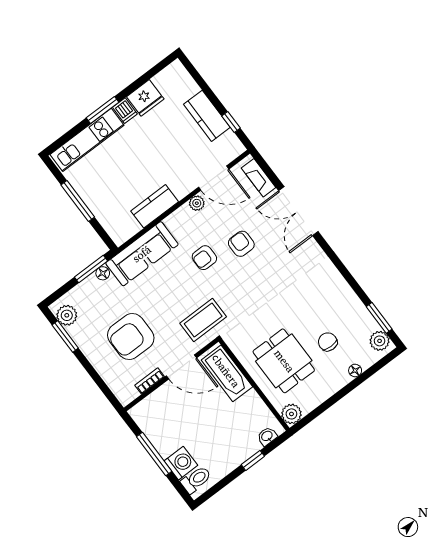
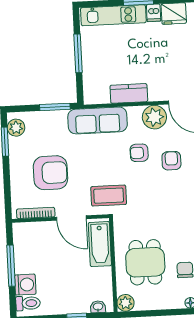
plant: (197, 203) -> (154, 117), width x1.88, depth x1.88
floor lamp: (103, 273) -> (61, 115), removed
armchair: (131, 337) -> (50, 173), turned 180
bookcase: (150, 381) -> (36, 213), width x1.56

